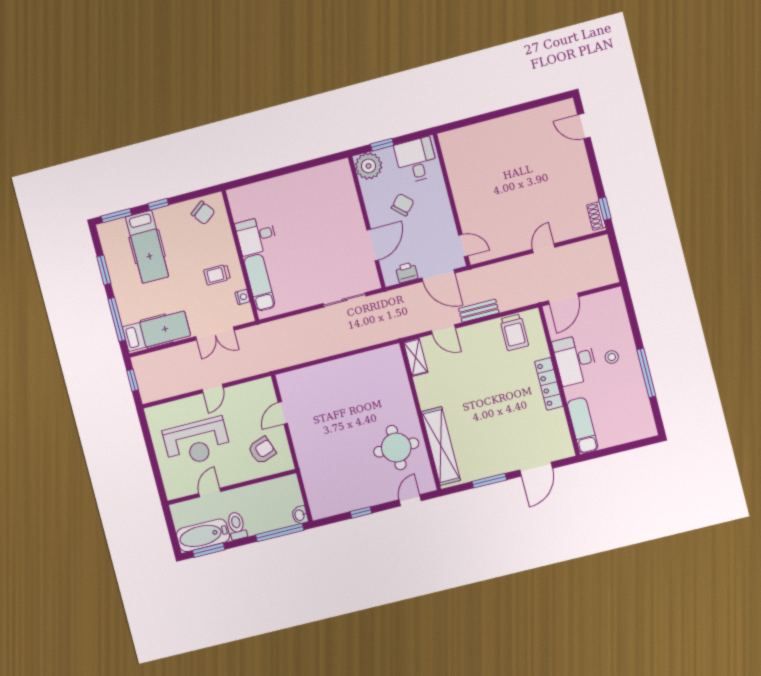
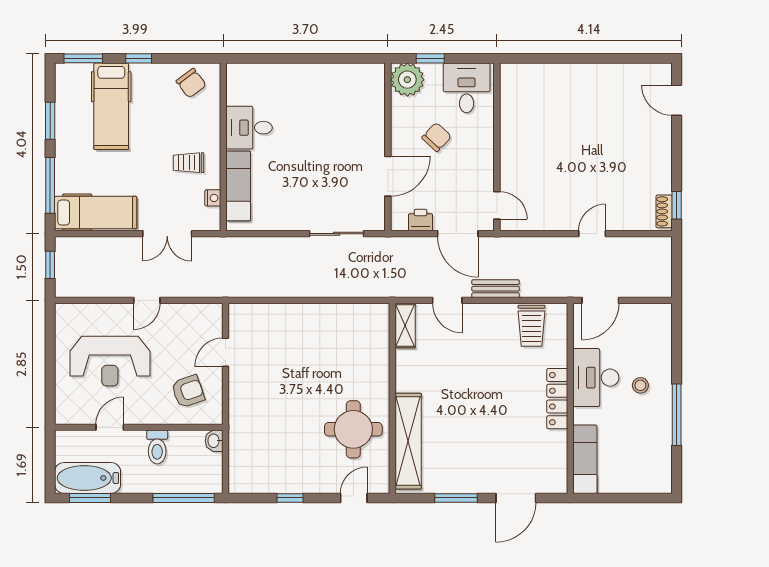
washbasin: (300, 515) -> (214, 441), moved
toilet: (237, 526) -> (157, 447), moved, turned 180

